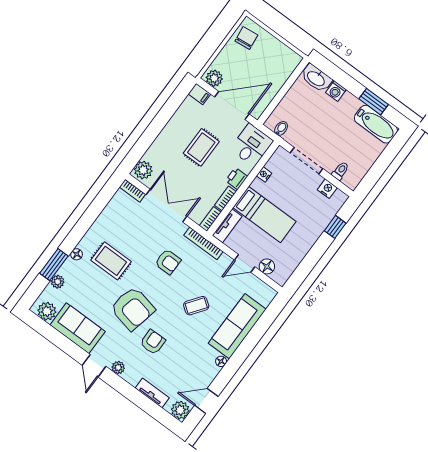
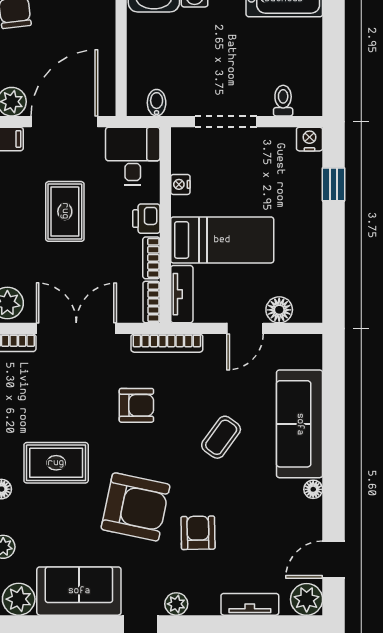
nightstand: (327, 189) -> (309, 139), moved

